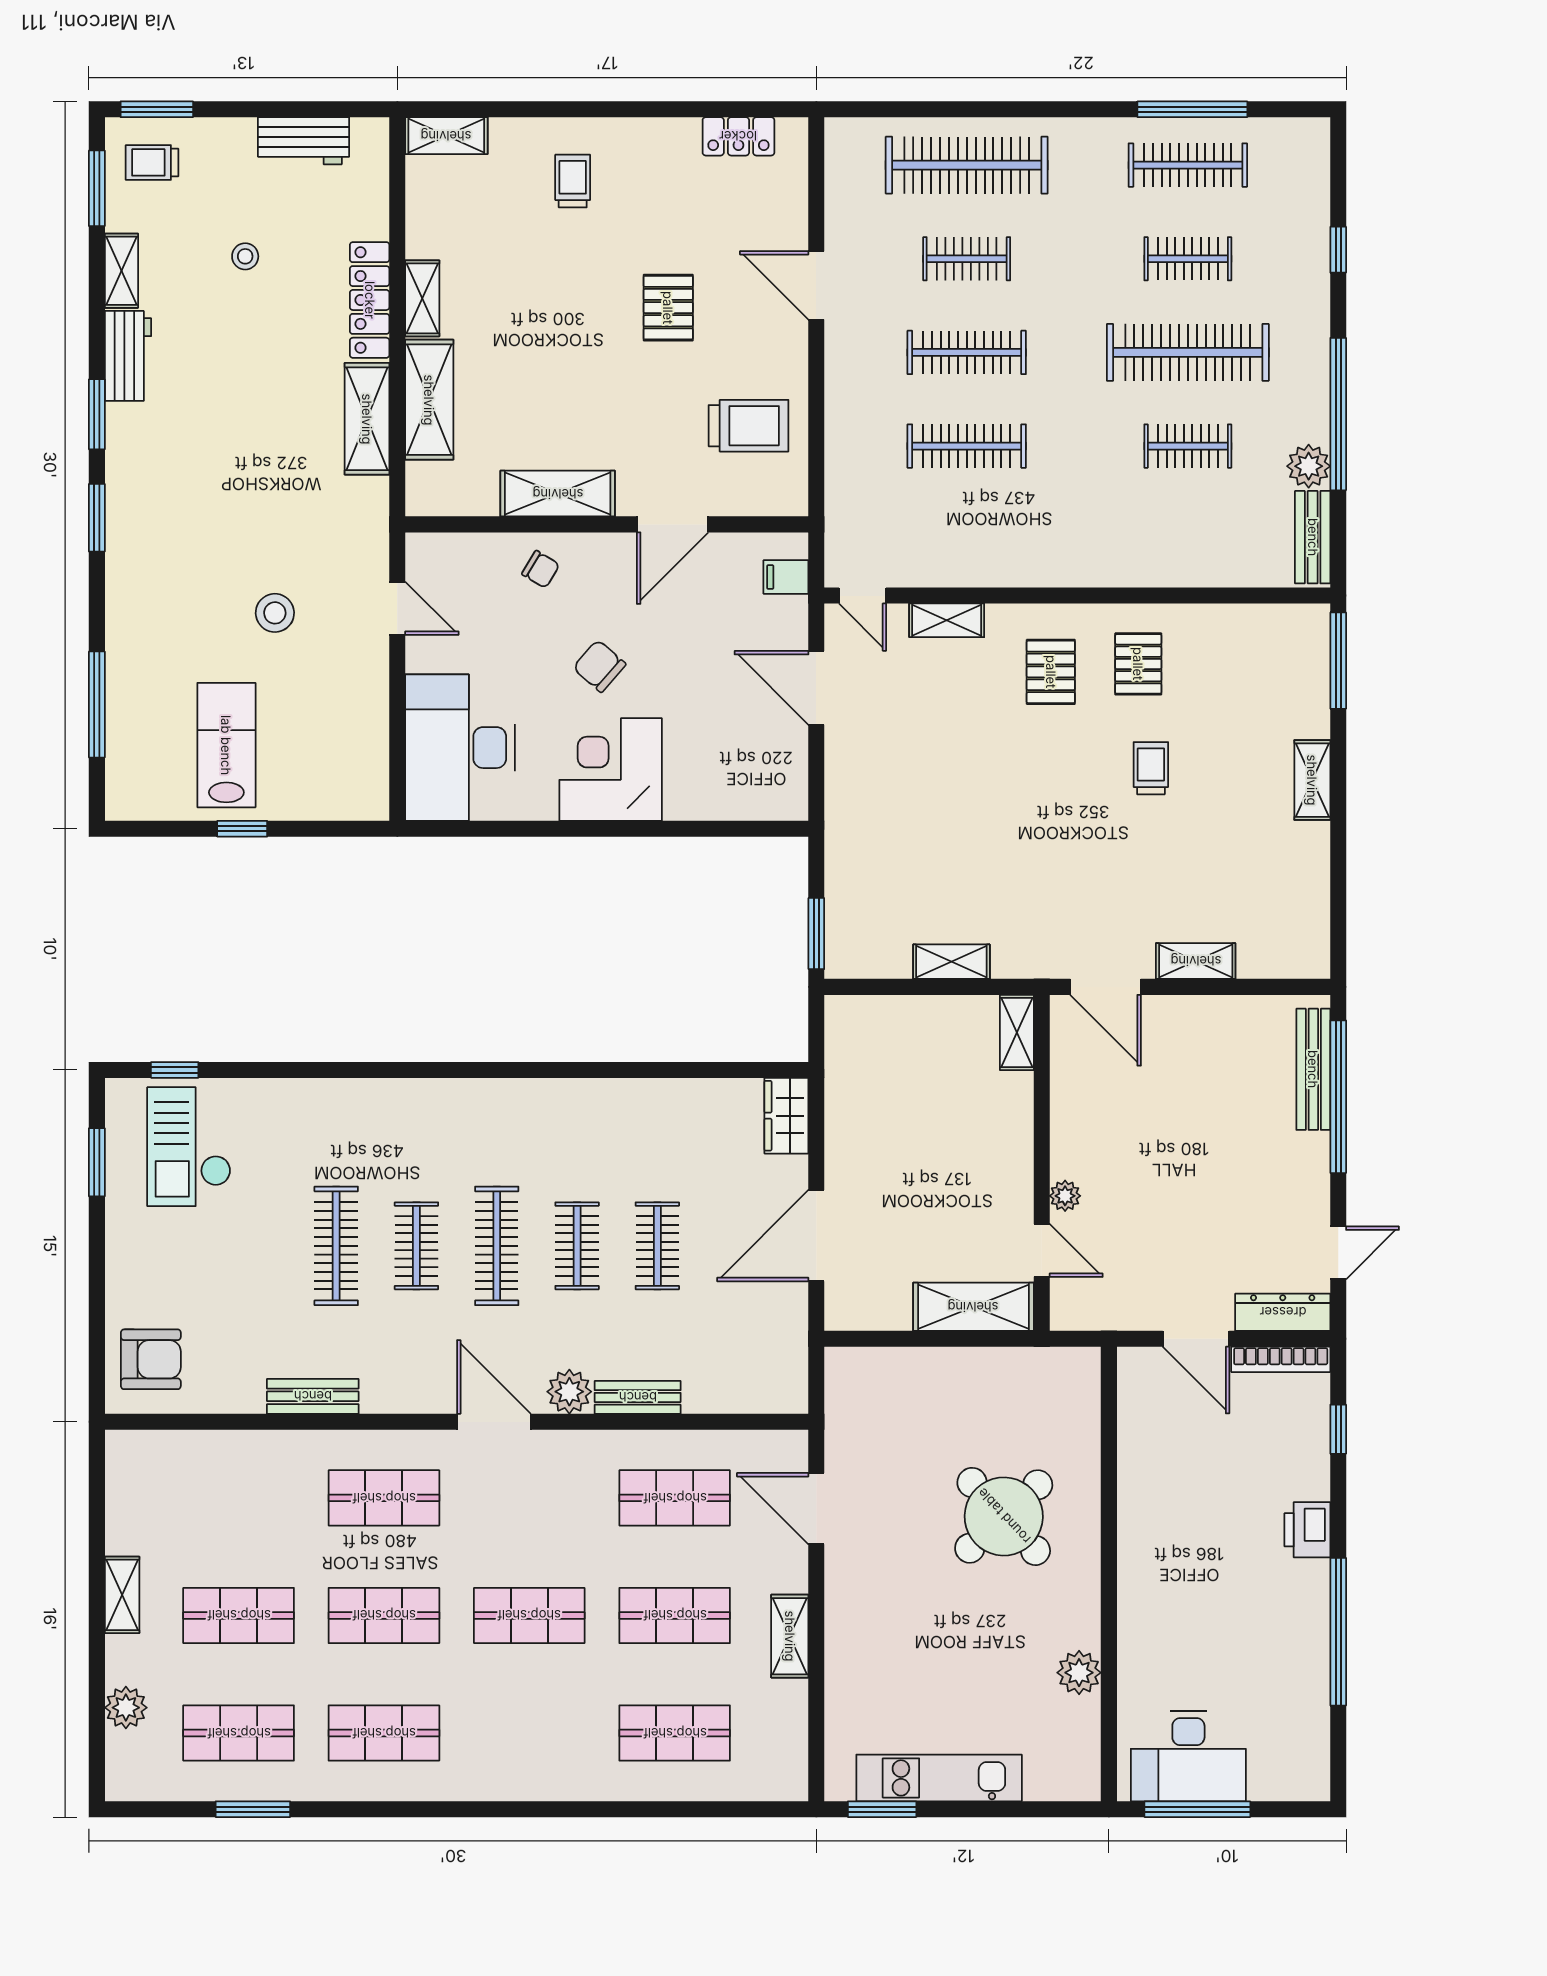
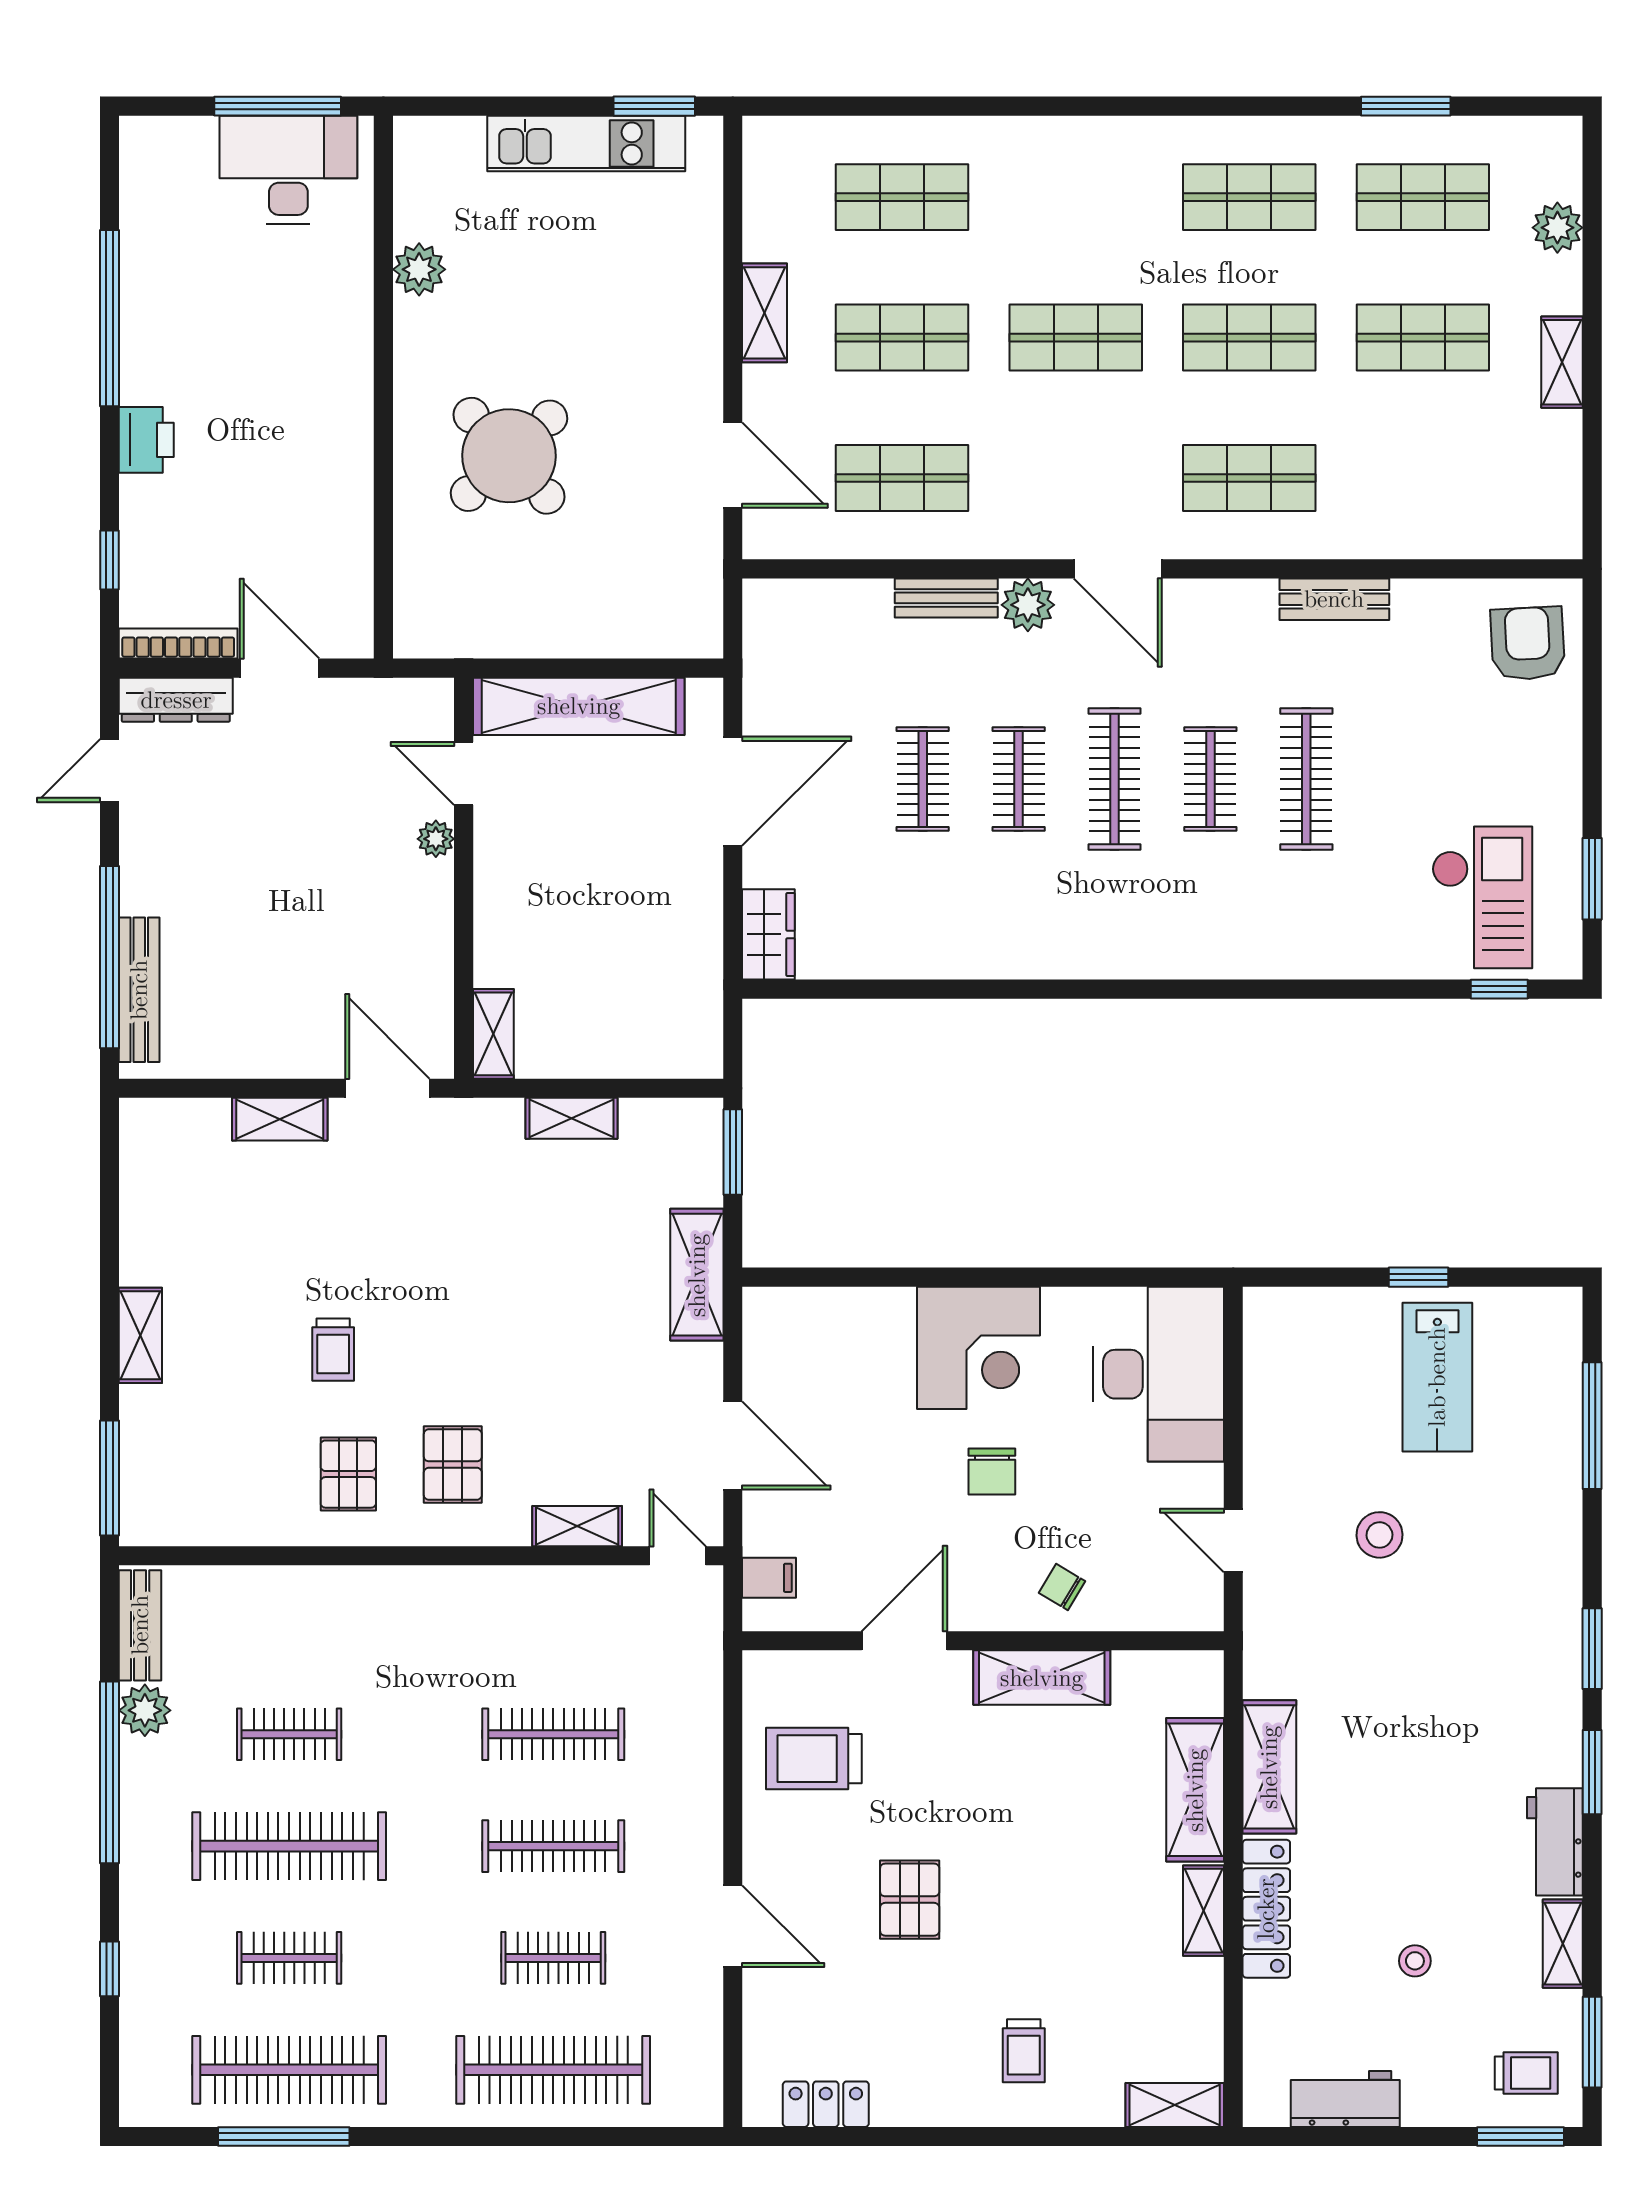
clothes rail: (1188, 165) -> (289, 2070), width x1.37, depth x1.31
chair: (599, 666) -> (992, 1472), turned 49
shelving: (846, 831) -> (697, 1275), added
shelving: (973, 1307) -> (579, 706), width x1.47
armchair: (151, 1359) -> (1528, 643), turned 87

